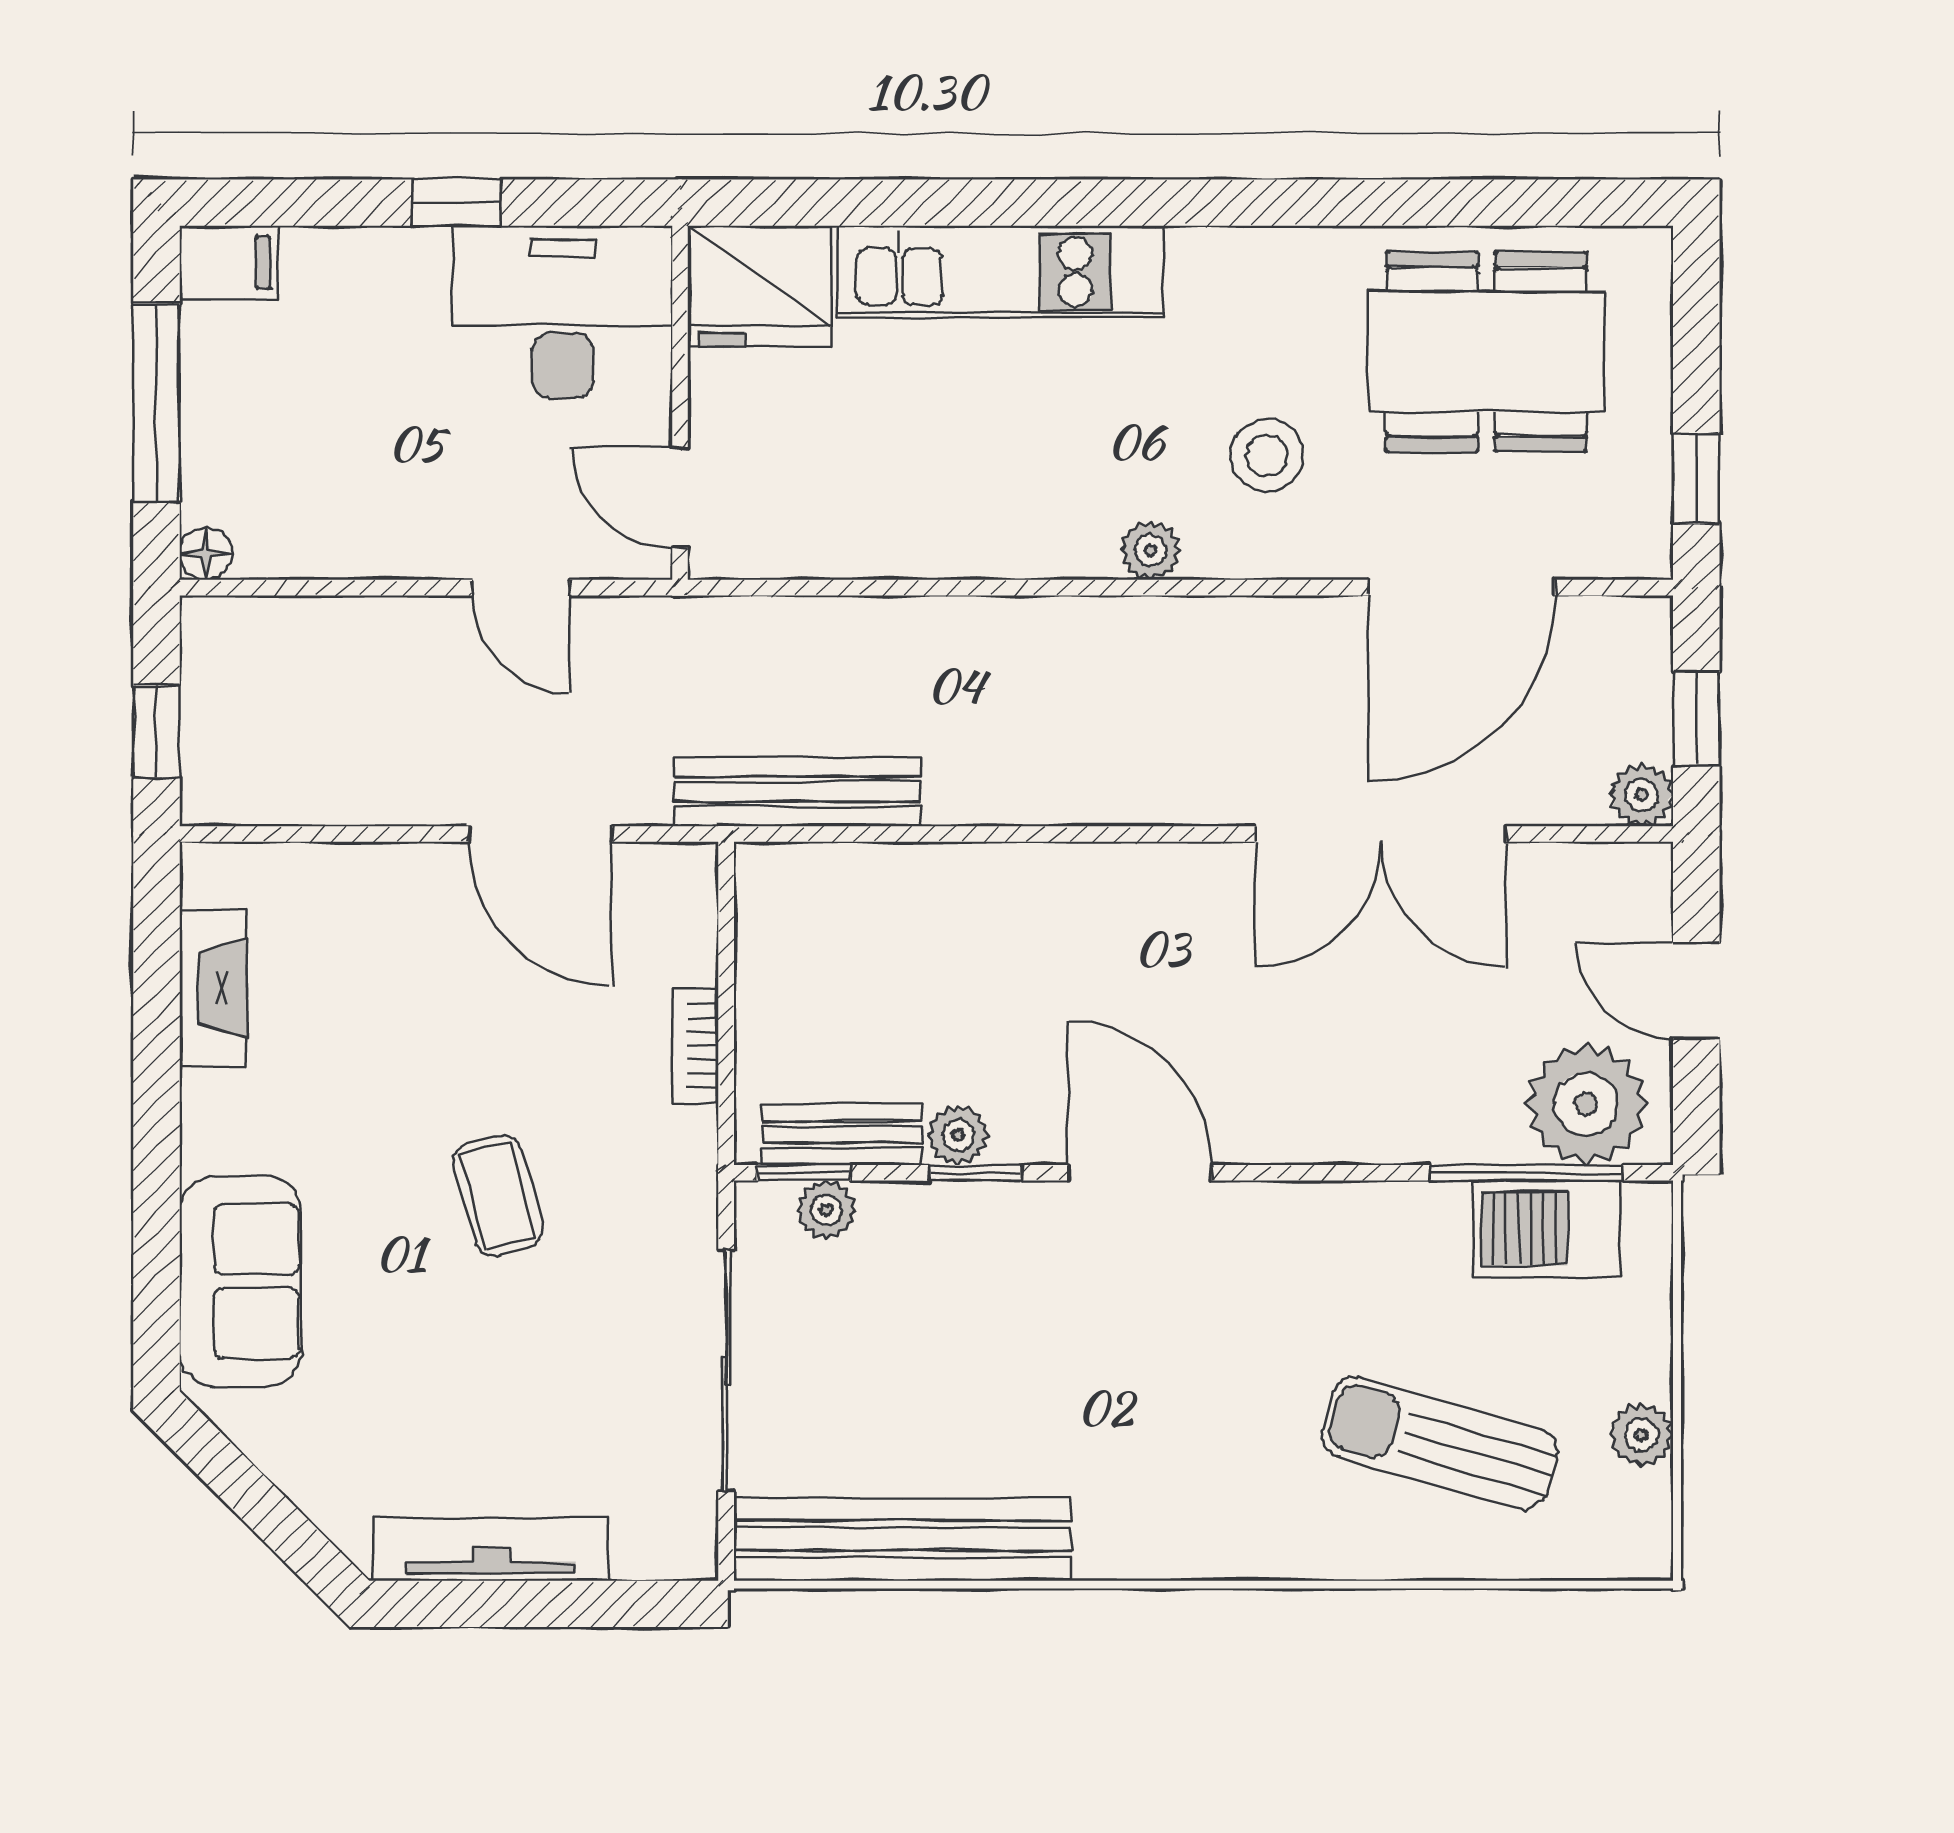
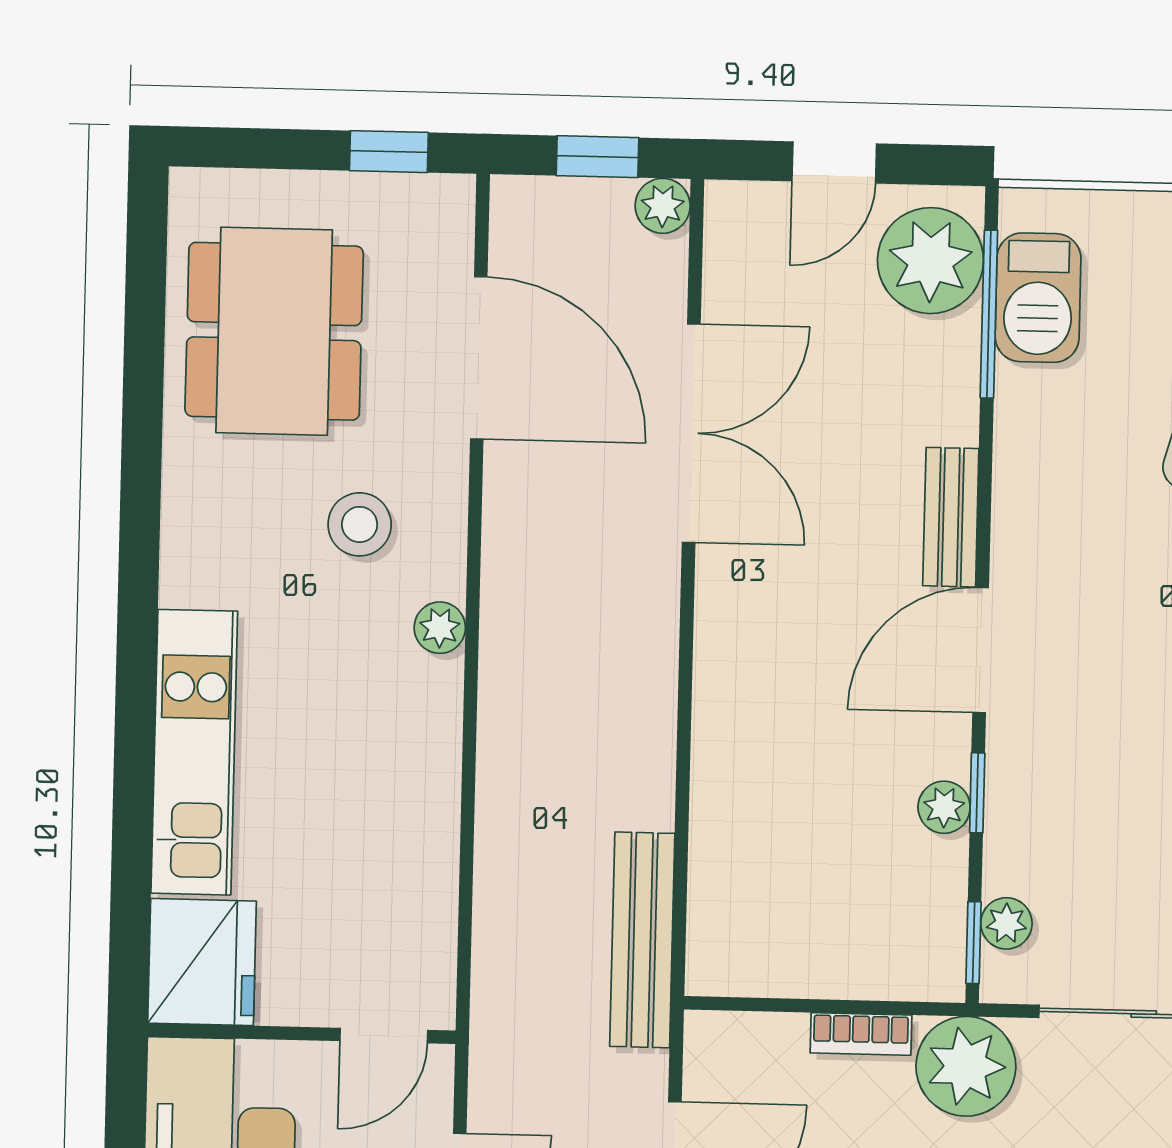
bench: (842, 1135) -> (951, 517), moved
plant: (661, 1167) -> (966, 1066), added

